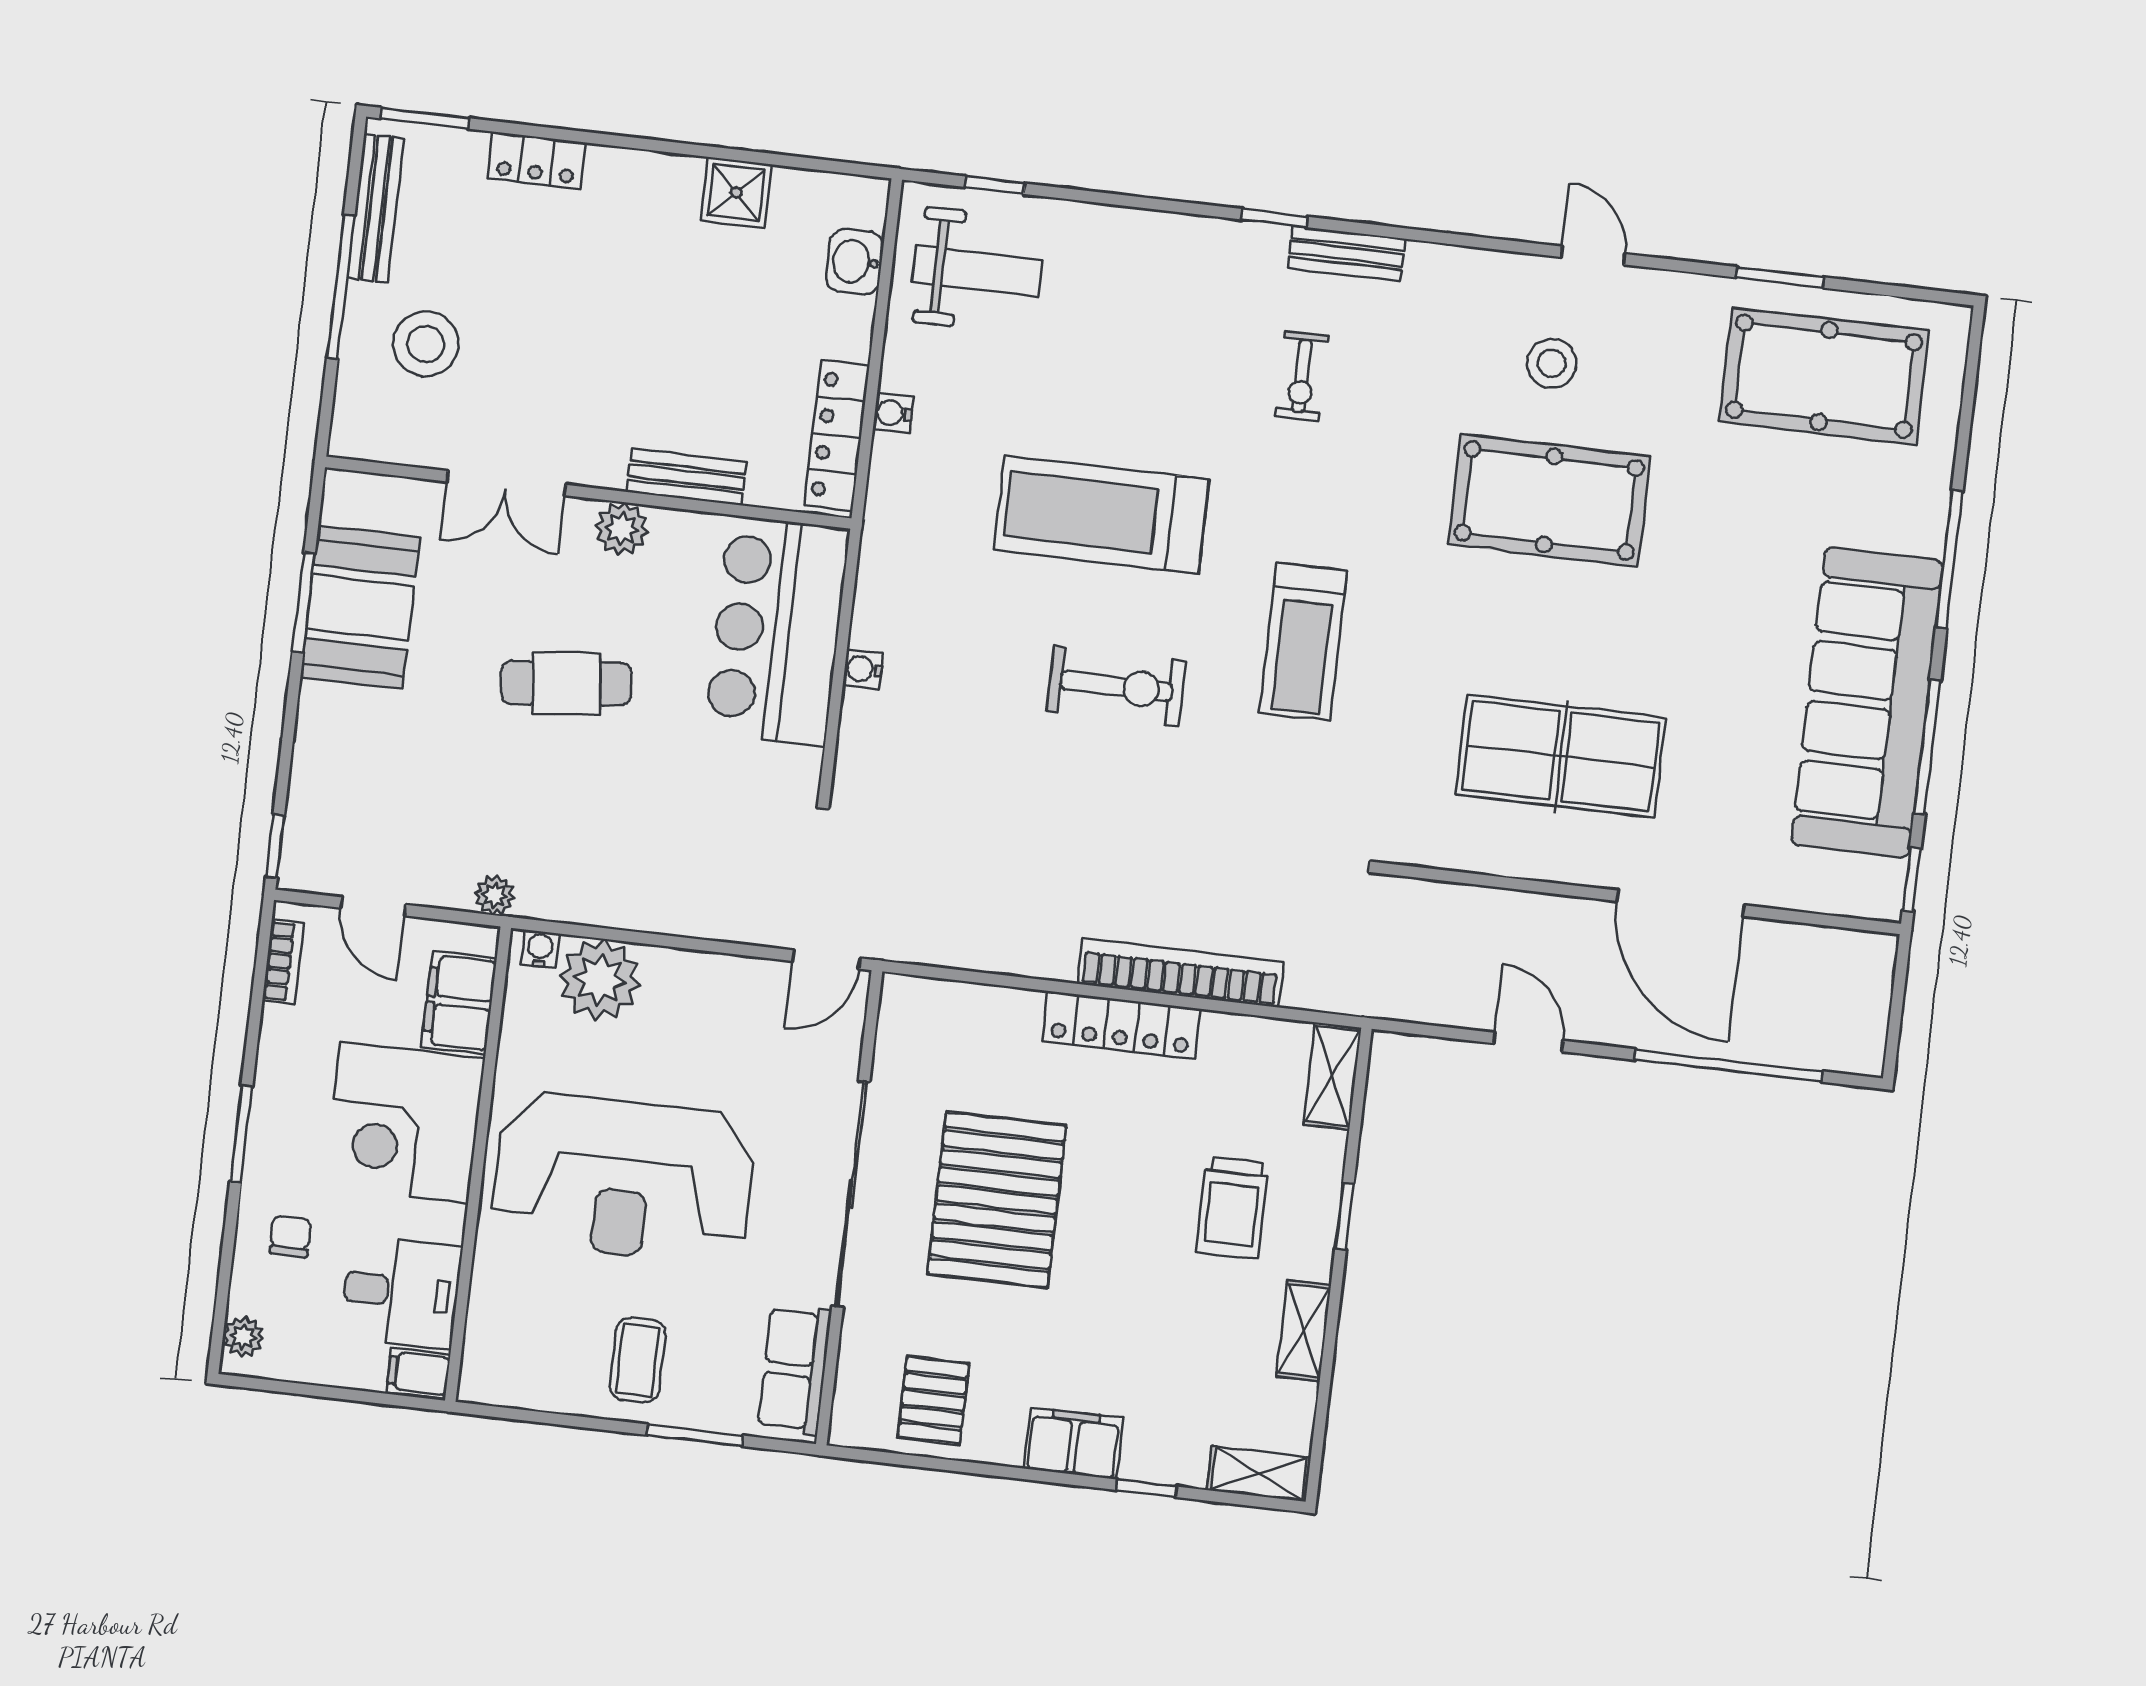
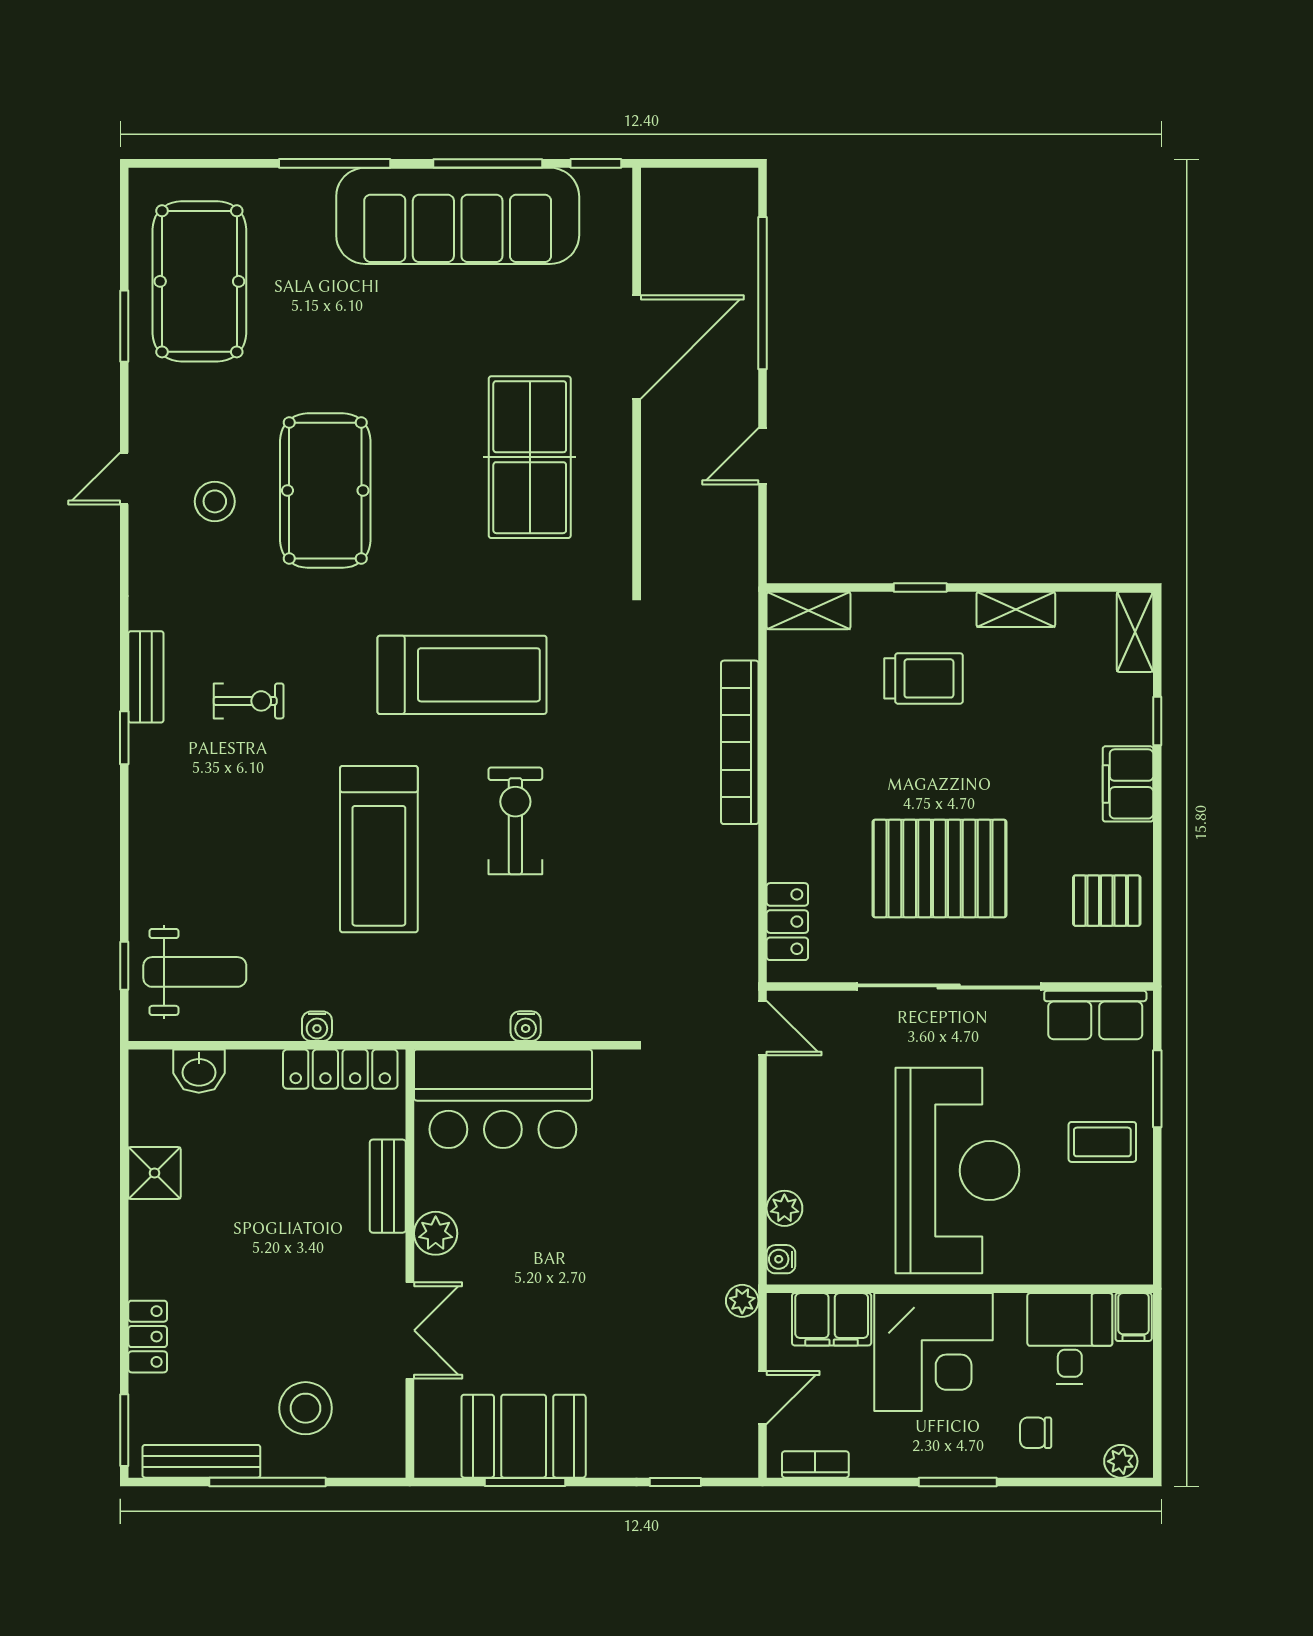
weight bench: (977, 271) -> (195, 972), turned 90
treadmill: (1303, 642) -> (462, 675), width x1.37, depth x1.38
cafe table: (566, 683) -> (565, 1263), removed
window: (275, 846) -> (675, 1482), moved
plant: (600, 980) -> (784, 1208), width x0.53, depth x0.53
locker: (1121, 1025) -> (787, 922), moved, width x0.66

